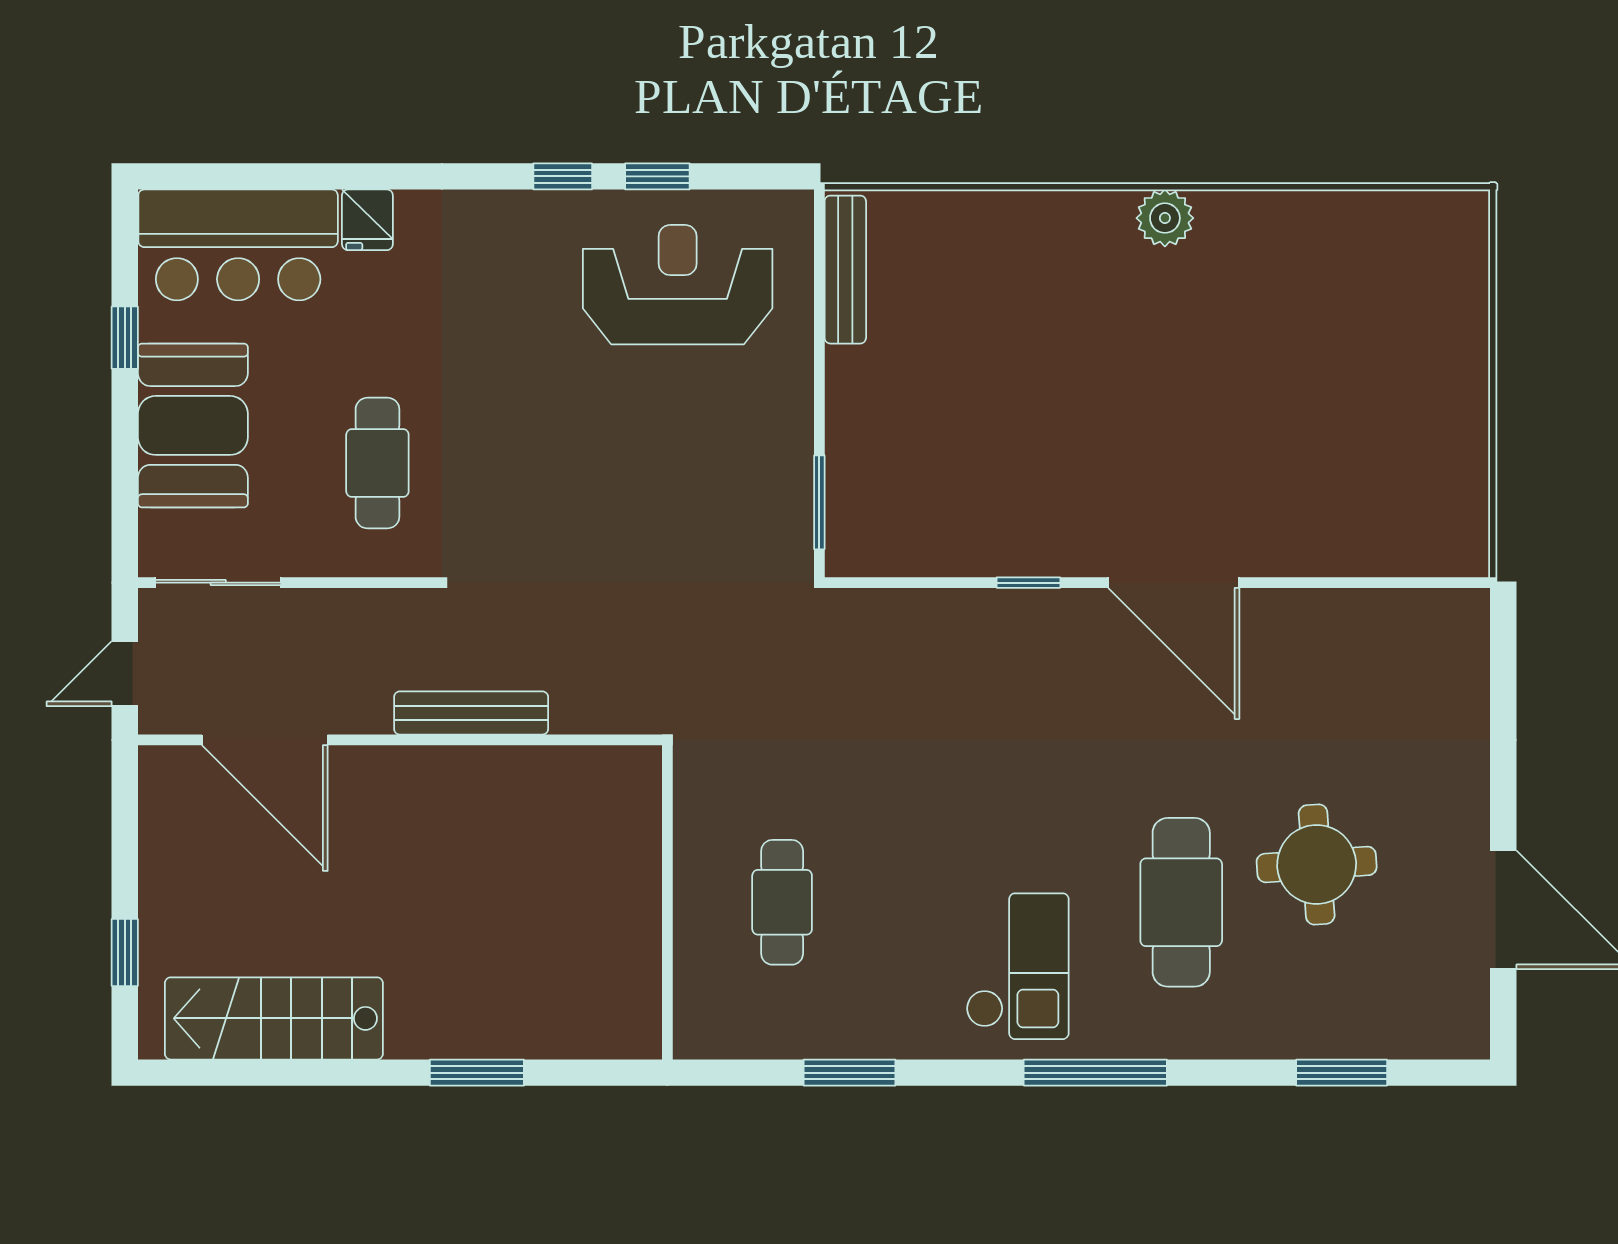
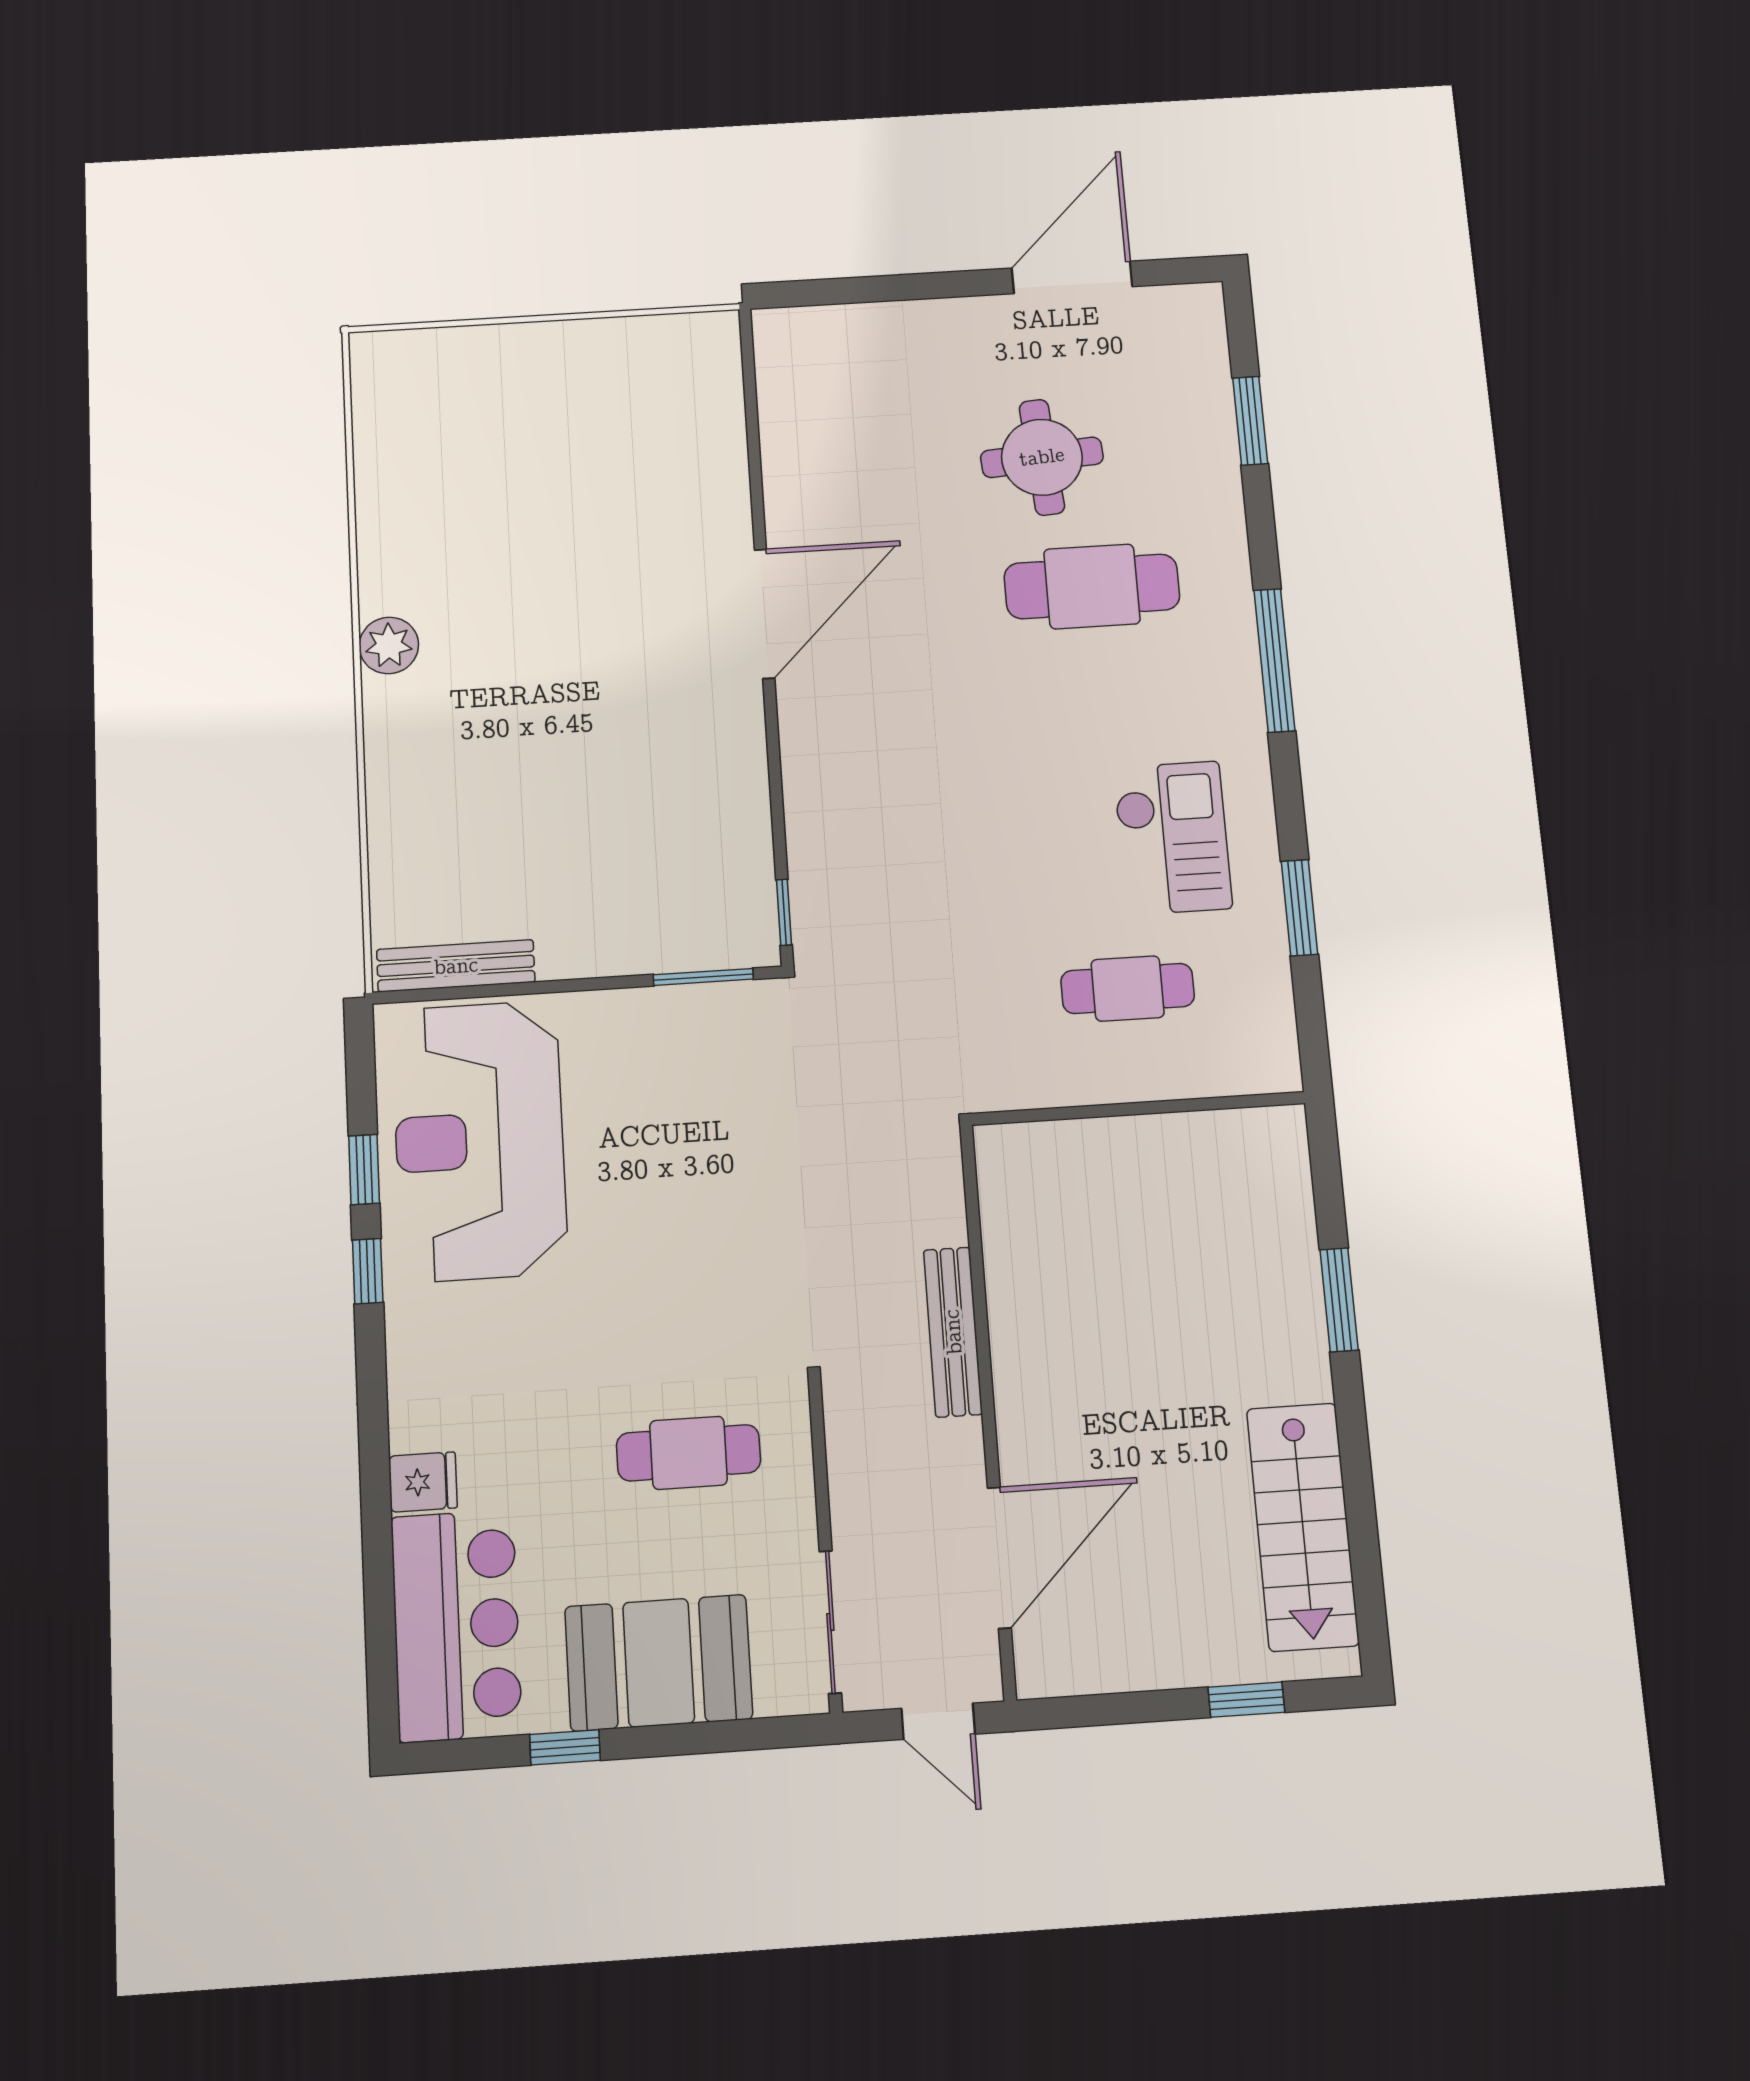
reception desk: (678, 285) -> (479, 1140), width x1.36, depth x1.30
window: (1028, 583) -> (784, 912), moved
checkout: (1017, 966) -> (1172, 838), moved, turned 90

